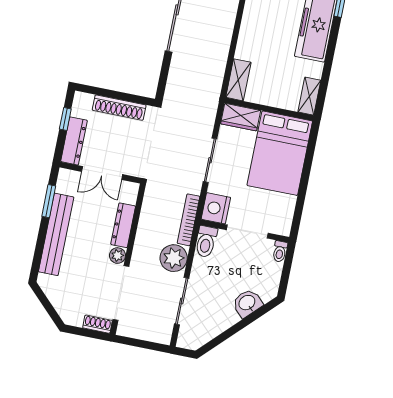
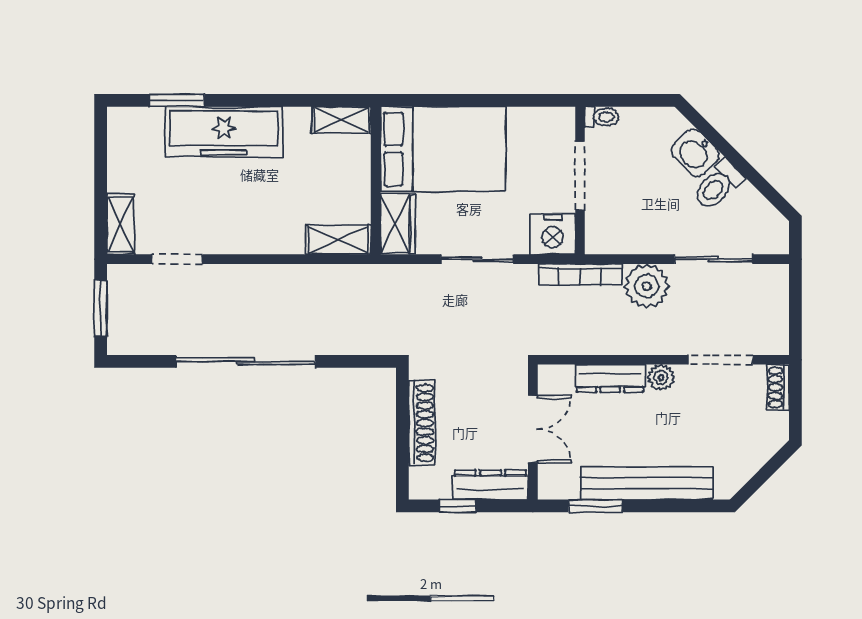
toilet: (206, 242) -> (718, 185), moved, turned 135
doorway: (121, 293) -> (720, 360), width x0.73

